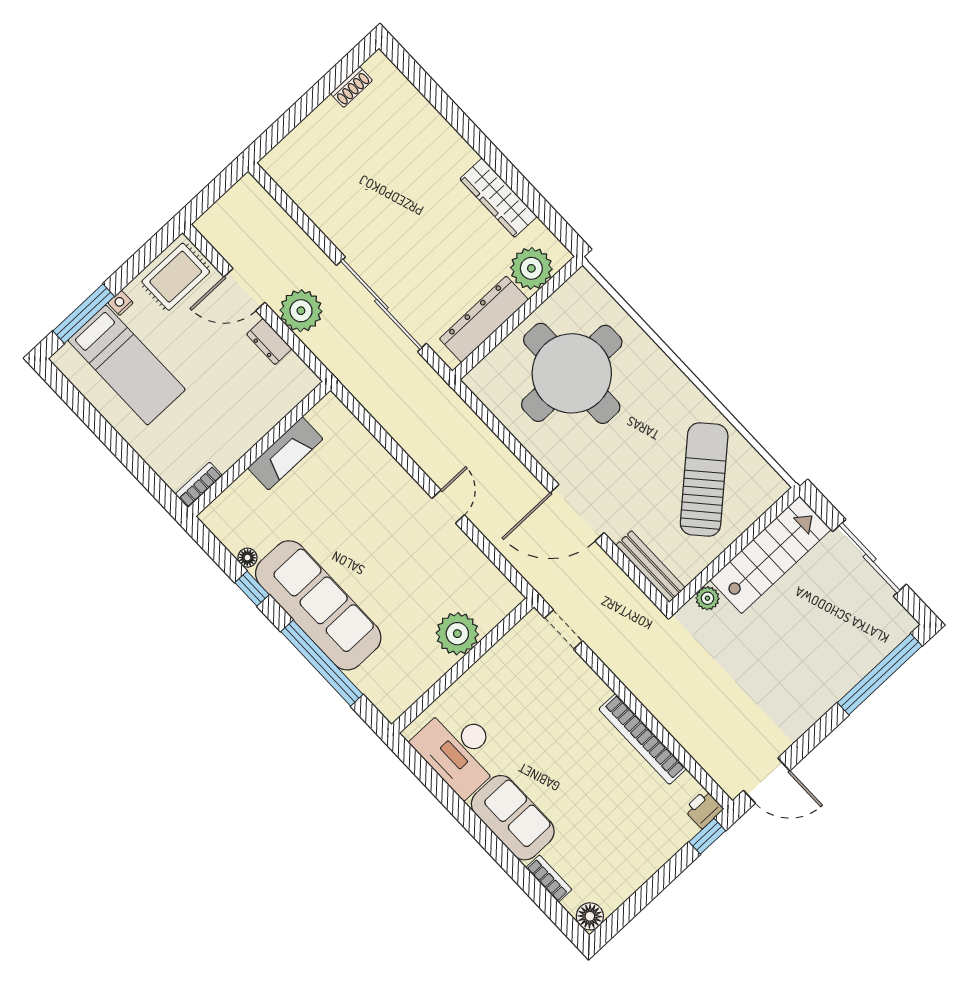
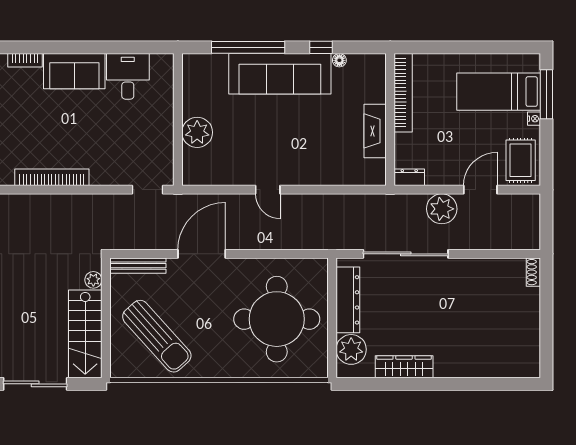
shoe rack: (351, 87) -> (533, 272), moved
dresser: (269, 342) -> (409, 177), moved
bookcase: (199, 485) -> (403, 93), width x2.31, depth x1.31
desk: (459, 750) -> (128, 76), width x0.73

